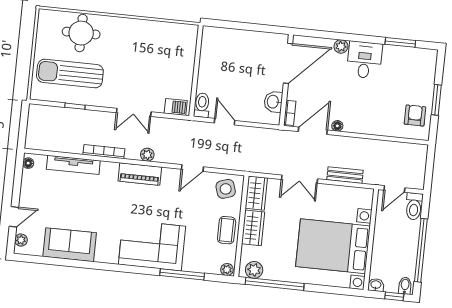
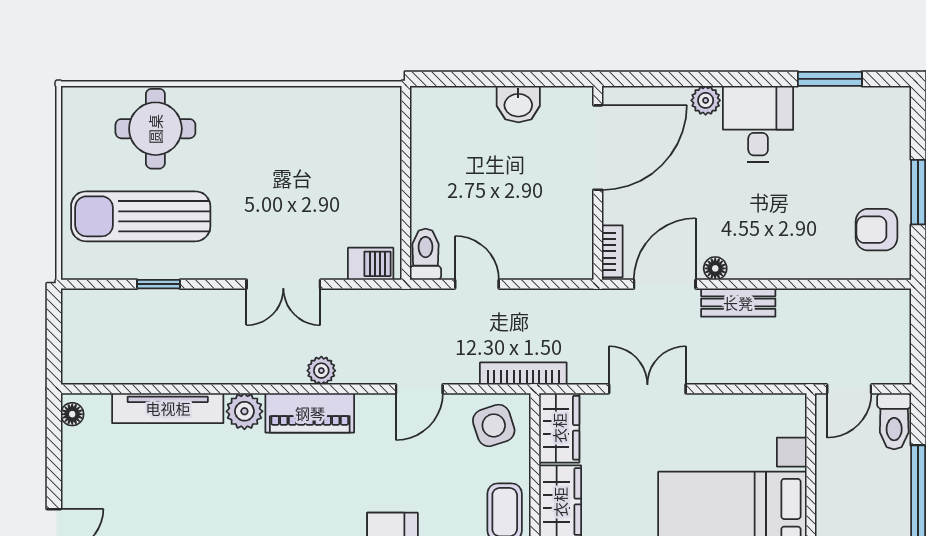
washbasin: (273, 102) -> (518, 104), moved, turned -90
armchair: (415, 115) -> (876, 230), turned -90
bookcase: (104, 152) -> (523, 374), moved
plant: (109, 170) -> (244, 411), added
bench: (345, 175) -> (738, 303), moved
double door: (300, 179) -> (647, 389), swing flipped

